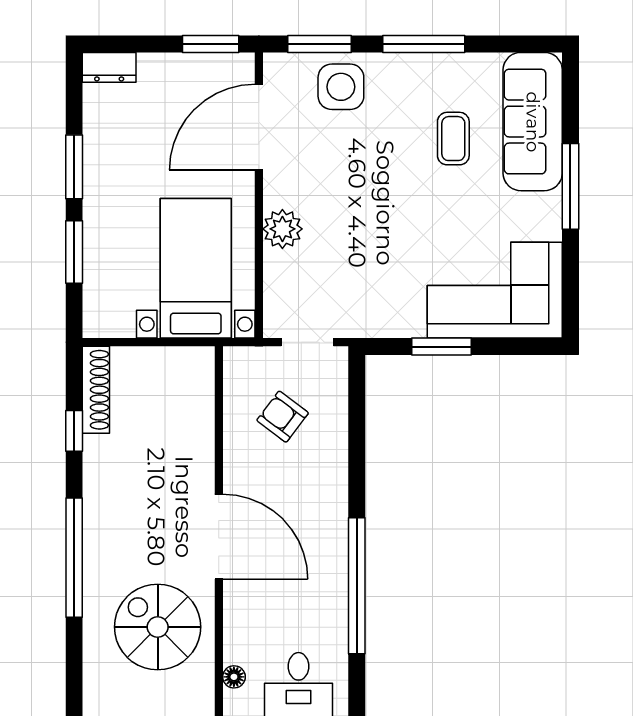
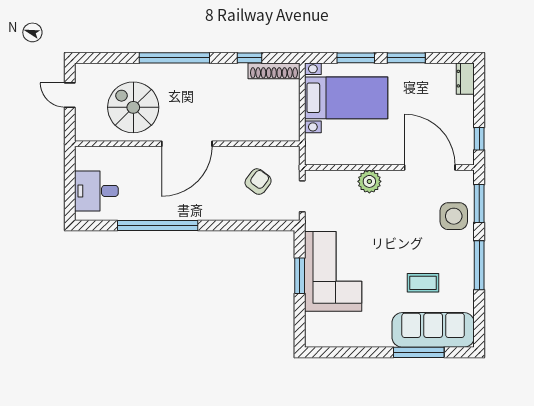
window: (211, 44) -> (479, 139), width x0.67
window: (570, 186) -> (419, 352), moved
bed with nightstands: (196, 268) -> (346, 98), moved
corner sofa: (495, 290) -> (333, 271), moved
spiral stairs: (158, 627) -> (133, 107), turned -90
floor lamp: (234, 677) -> (104, 153), removed

